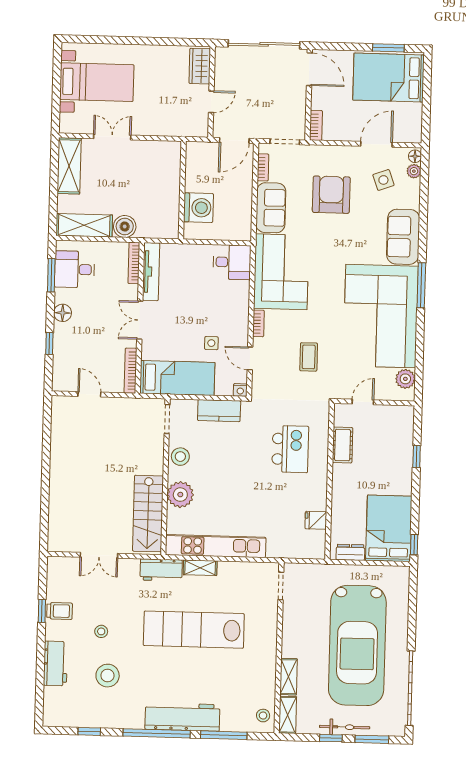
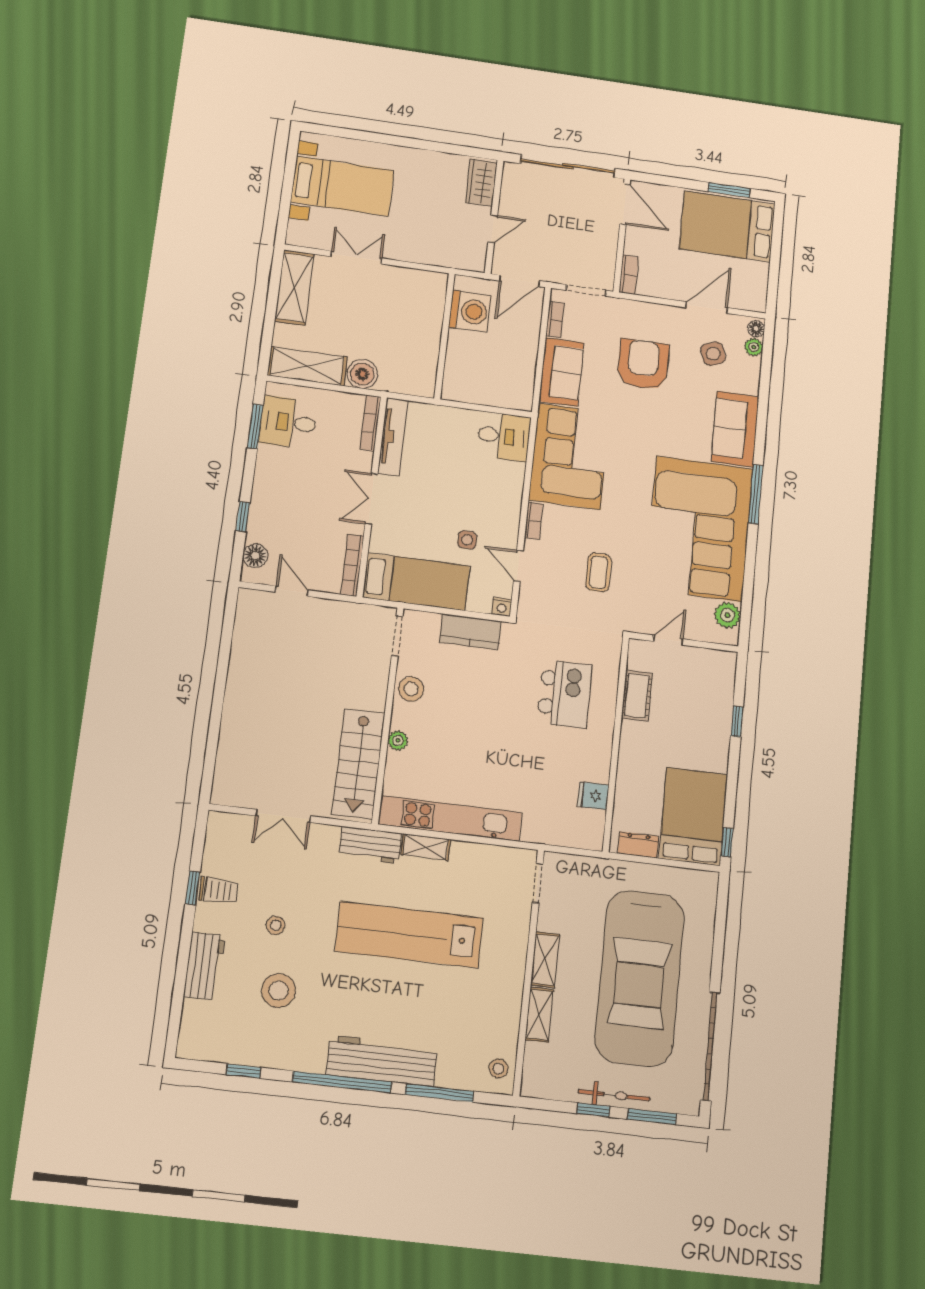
washing machine: (198, 208) -> (470, 311), moved
floor lamp: (63, 313) -> (255, 556), moved
plant: (180, 495) -> (398, 741), width x0.53, depth x0.53
shelving: (288, 715) -> (545, 960), moved

